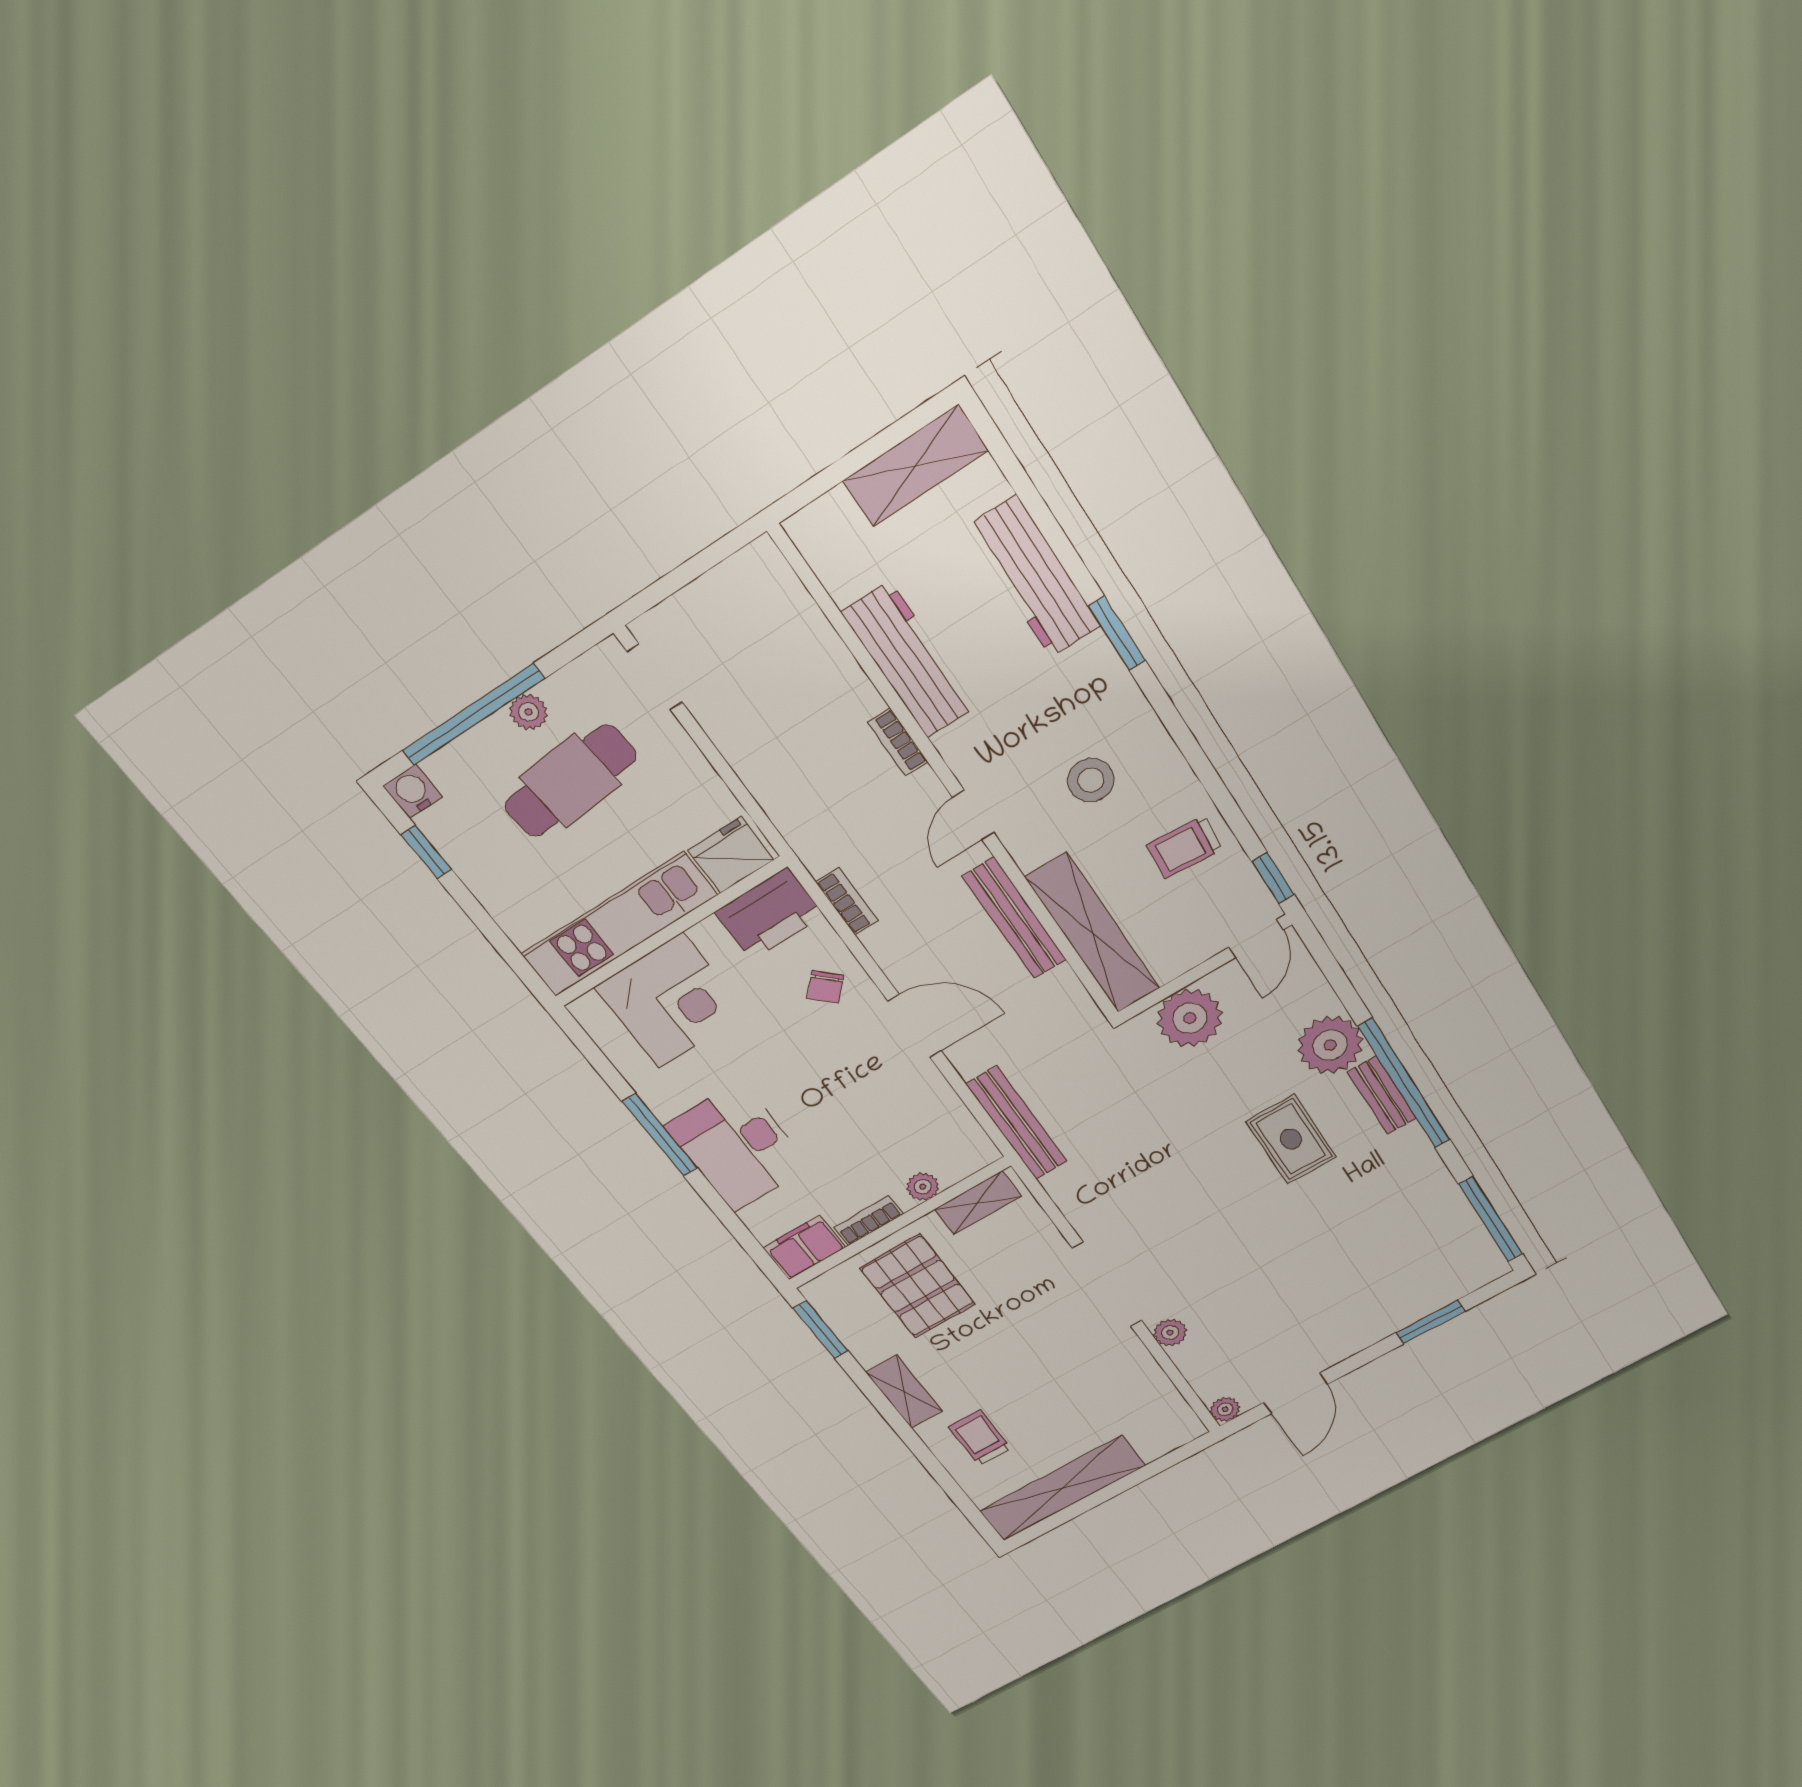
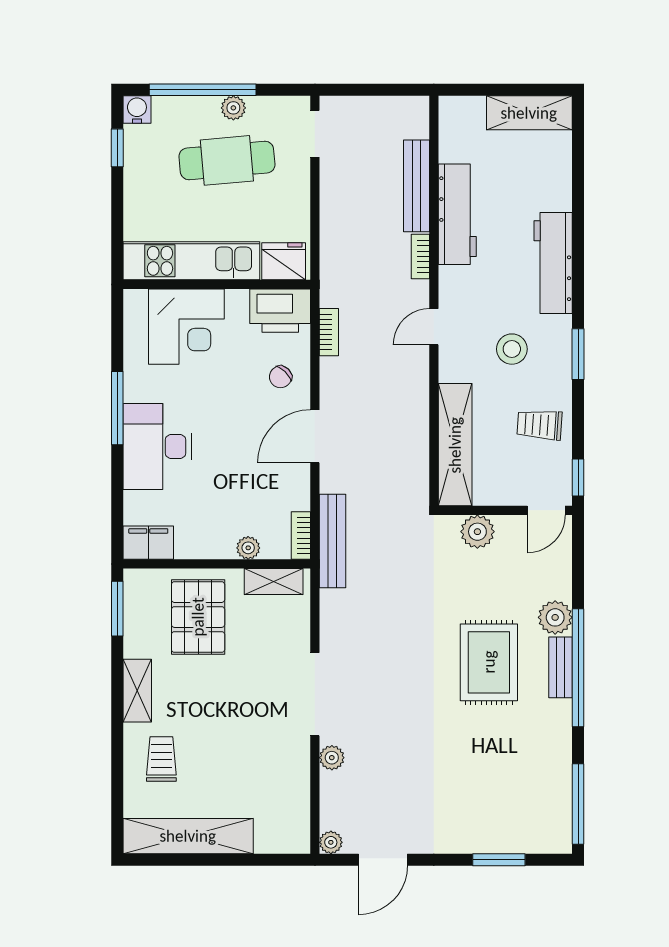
workbench: (1034, 577) -> (553, 263), moved
window: (1117, 633) -> (578, 354), moved
bench: (1014, 918) -> (417, 186), moved
plant: (1190, 1018) -> (477, 532), width x0.73, depth x0.73
door: (915, 1026) -> (315, 436), swing flipped
plant: (1330, 1045) -> (555, 617), width x0.73, depth x0.73
rug: (1291, 1139) -> (489, 662), width x1.36, depth x1.43
bookcase: (868, 1221) -> (301, 536), moved, turned -90

